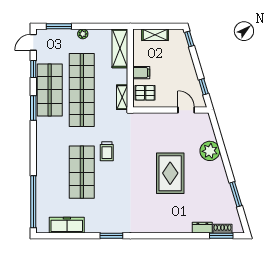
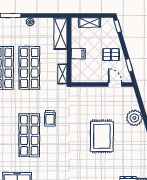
shop shelf: (82, 90) -> (29, 68), width x0.71
pallet: (145, 93) -> (111, 55), moved

